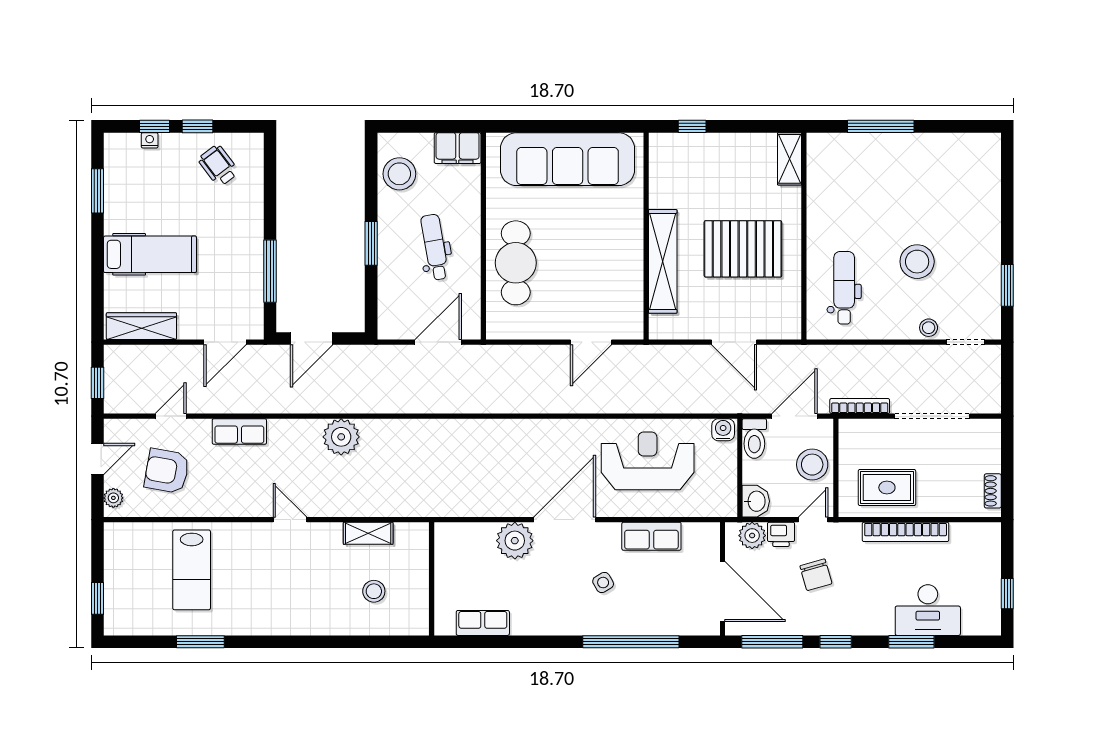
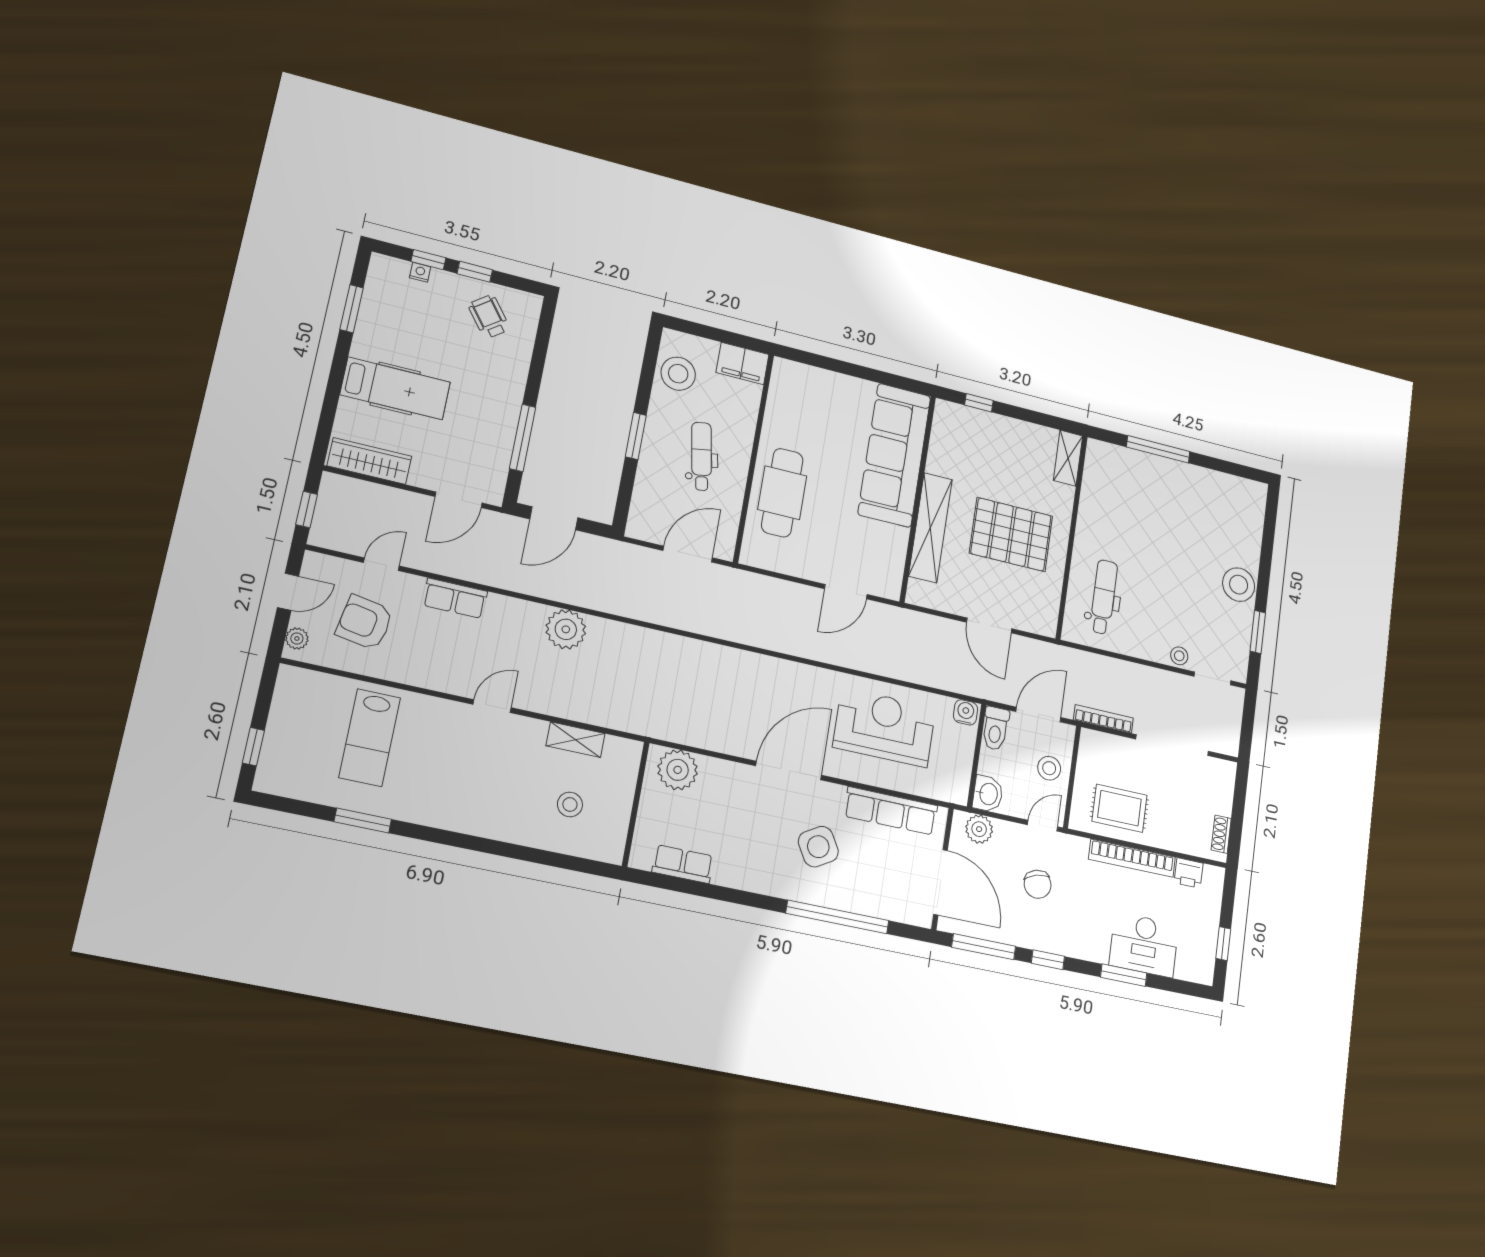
sofa: (568, 159) -> (894, 455), moved, turned 90
stool: (917, 262) -> (1239, 585), moved
stool: (812, 465) -> (1049, 768), width x0.73, depth x0.73
door: (290, 520) -> (492, 706), hinge flipped
printer: (781, 534) -> (1189, 873), moved
row of seats: (651, 536) -> (891, 811), width x1.48
plant: (515, 541) -> (678, 770), moved
side table: (603, 583) -> (818, 847), width x1.87, depth x1.87

